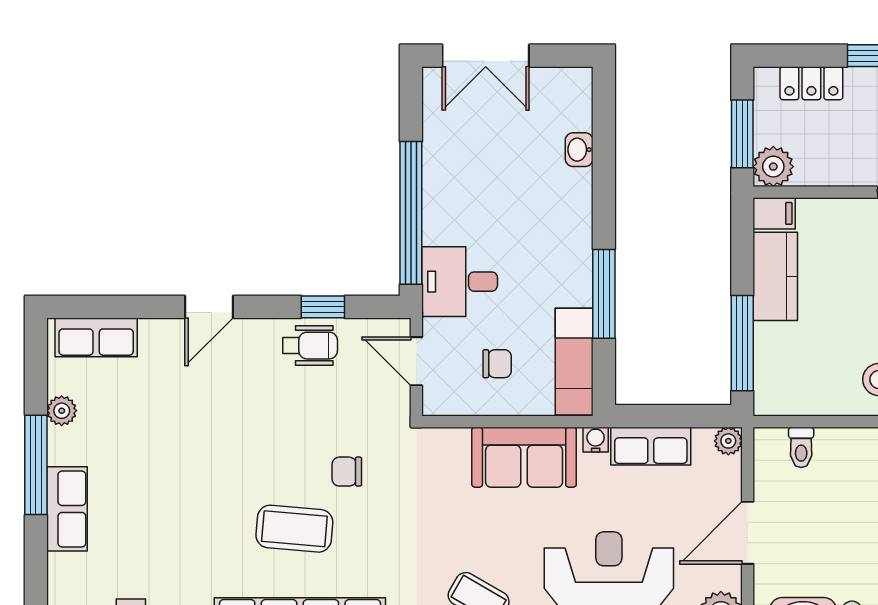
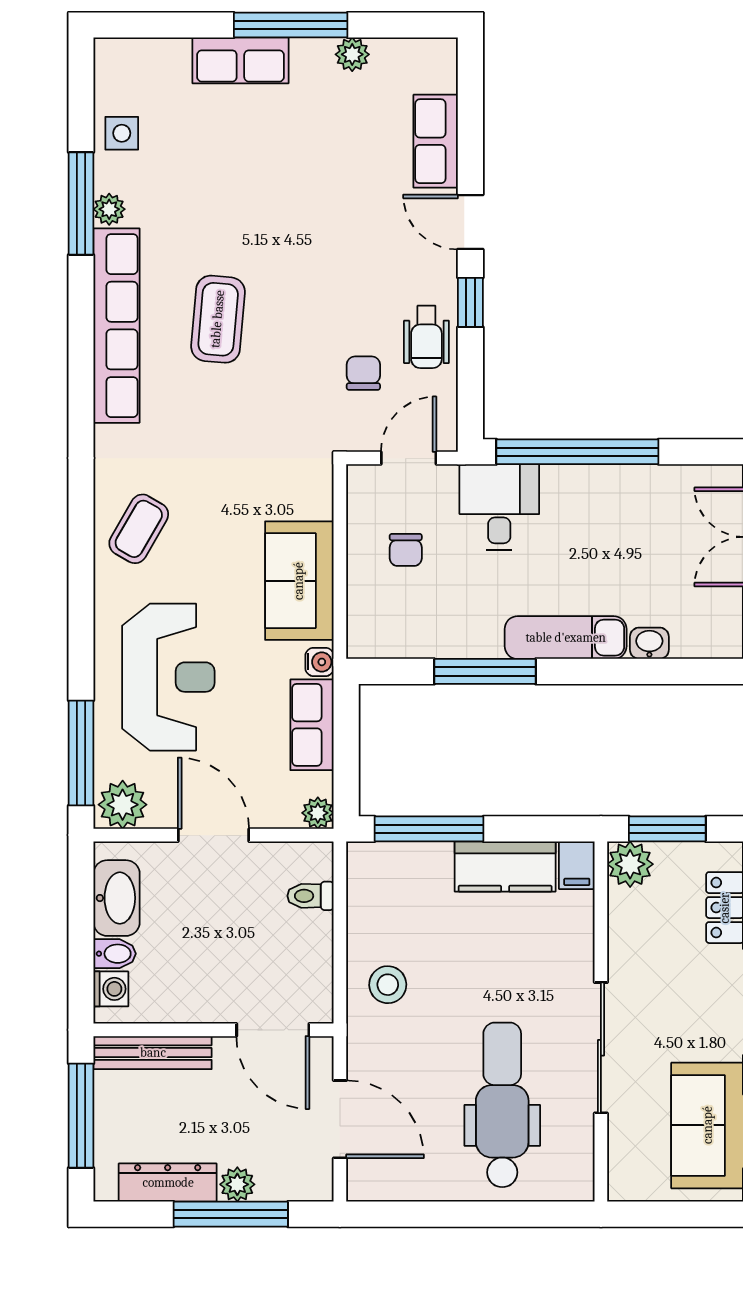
window: (323, 307) -> (470, 302), moved
row of seats: (96, 337) -> (436, 141), moved
exam couch: (574, 362) -> (566, 638), moved
chair: (347, 472) -> (363, 373), moved

